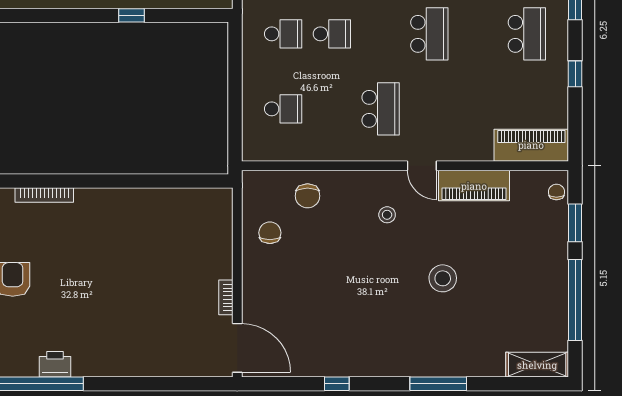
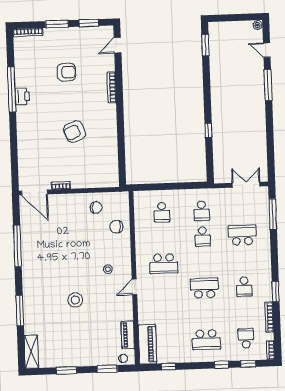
school desk: (429, 34) -> (204, 288), turned 180
window: (575, 74) -> (168, 367), moved
piano: (474, 186) -> (128, 335), moved, width x0.73, depth x0.75
armchair: (125, 268) -> (74, 132), added
window: (575, 300) -> (66, 370), width x0.47
door: (237, 348) -> (34, 192), hinge flipped
window: (337, 384) -> (17, 246), width x3.17
window: (438, 384) -> (20, 310), moved

